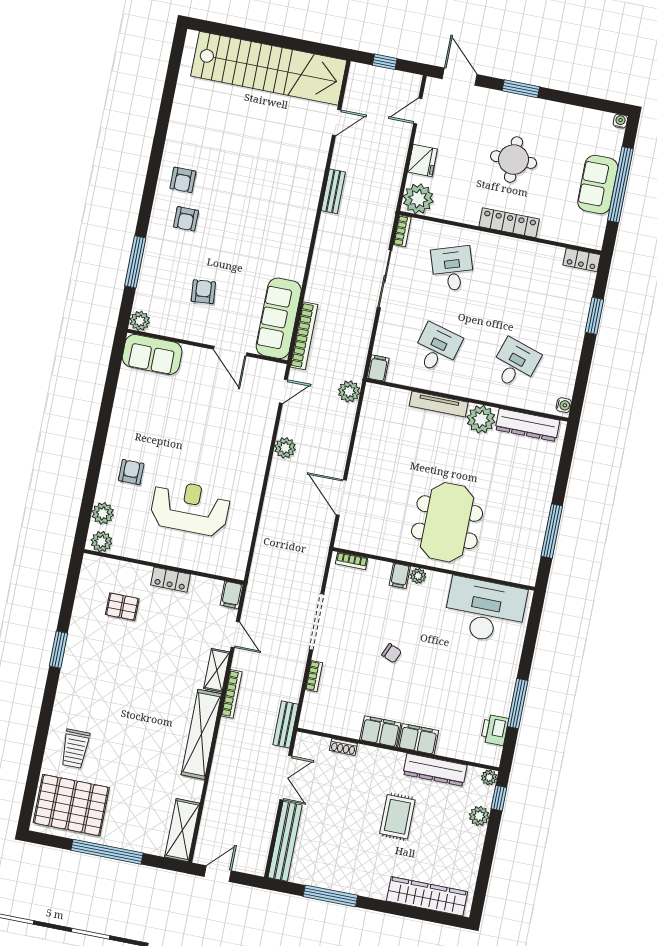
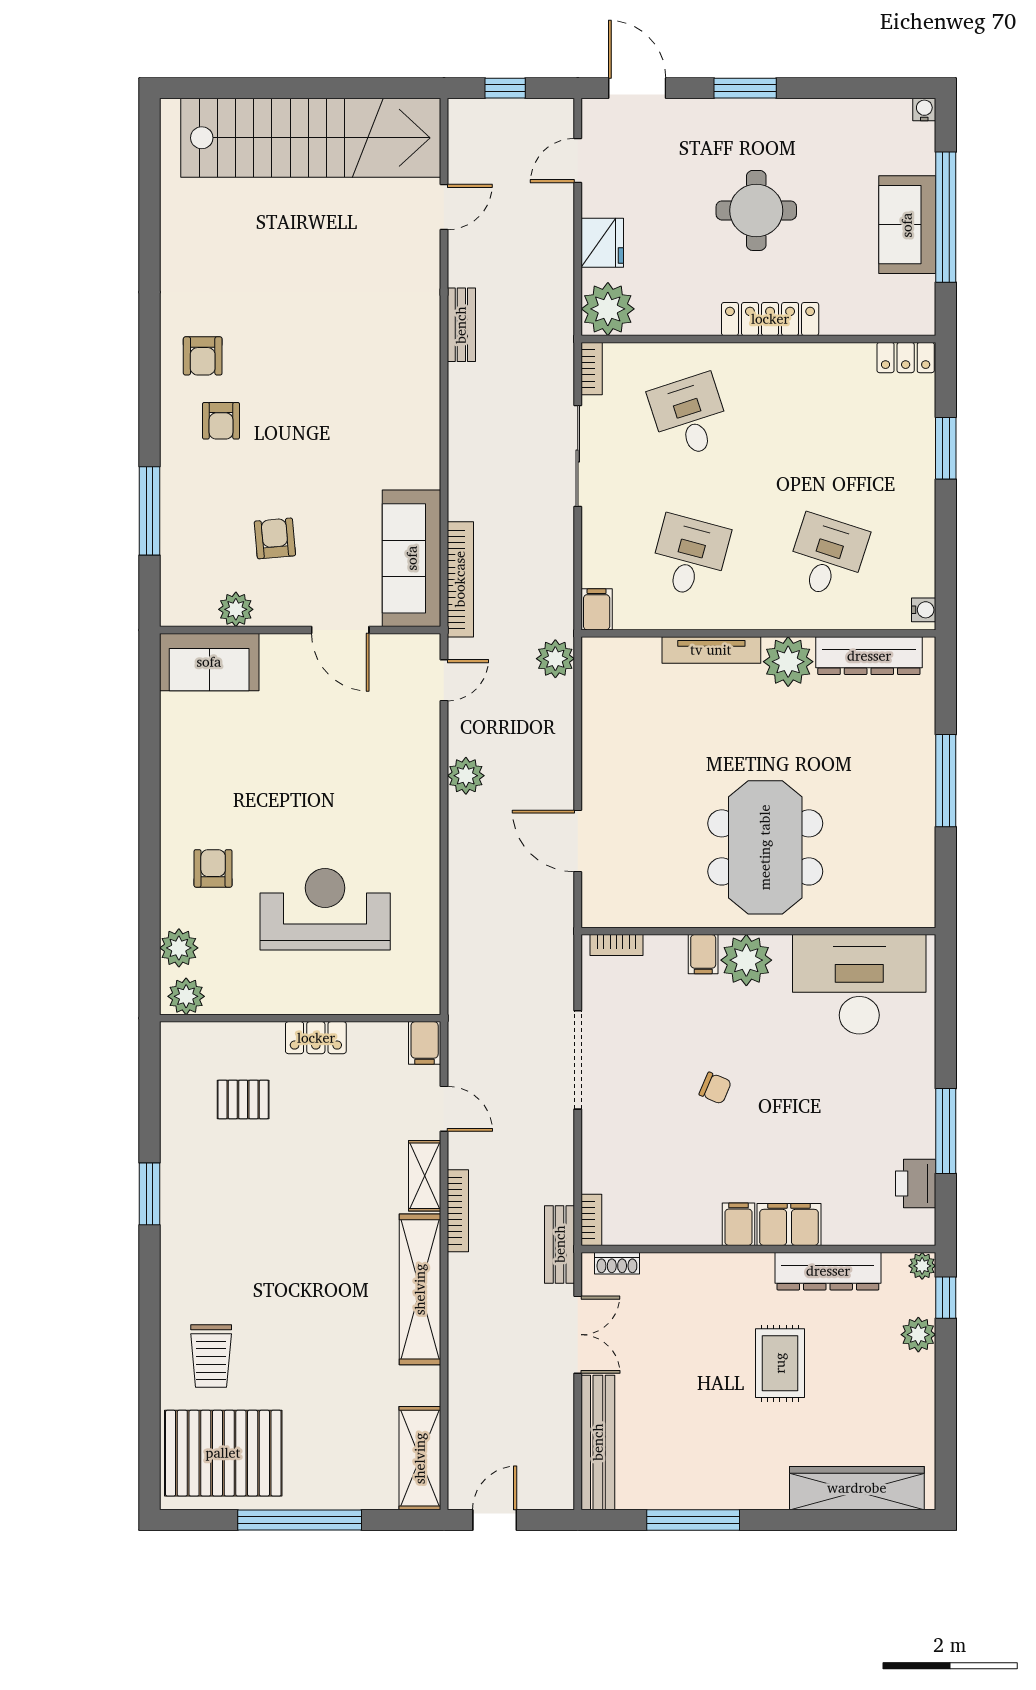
plant: (140, 321) -> (236, 609), moved
window: (552, 531) -> (946, 781), moved
plant: (418, 576) -> (746, 960), width x1.87, depth x1.87
bookcase: (314, 676) -> (591, 1220), moved
filing cabinet: (380, 731) -> (739, 1224), width x0.50
shoe rack: (343, 747) -> (617, 1263), moved

